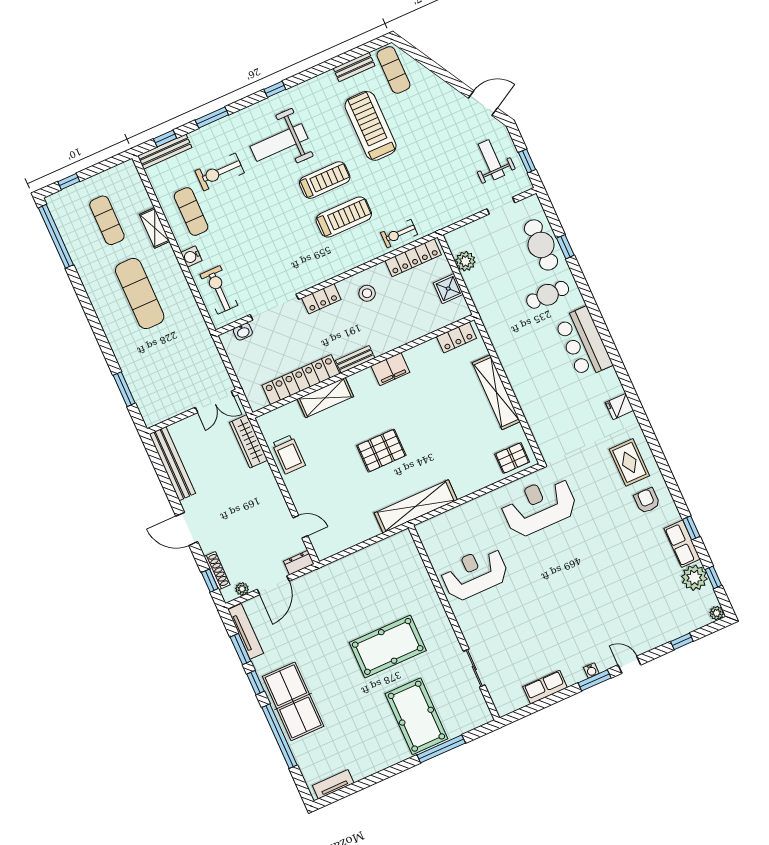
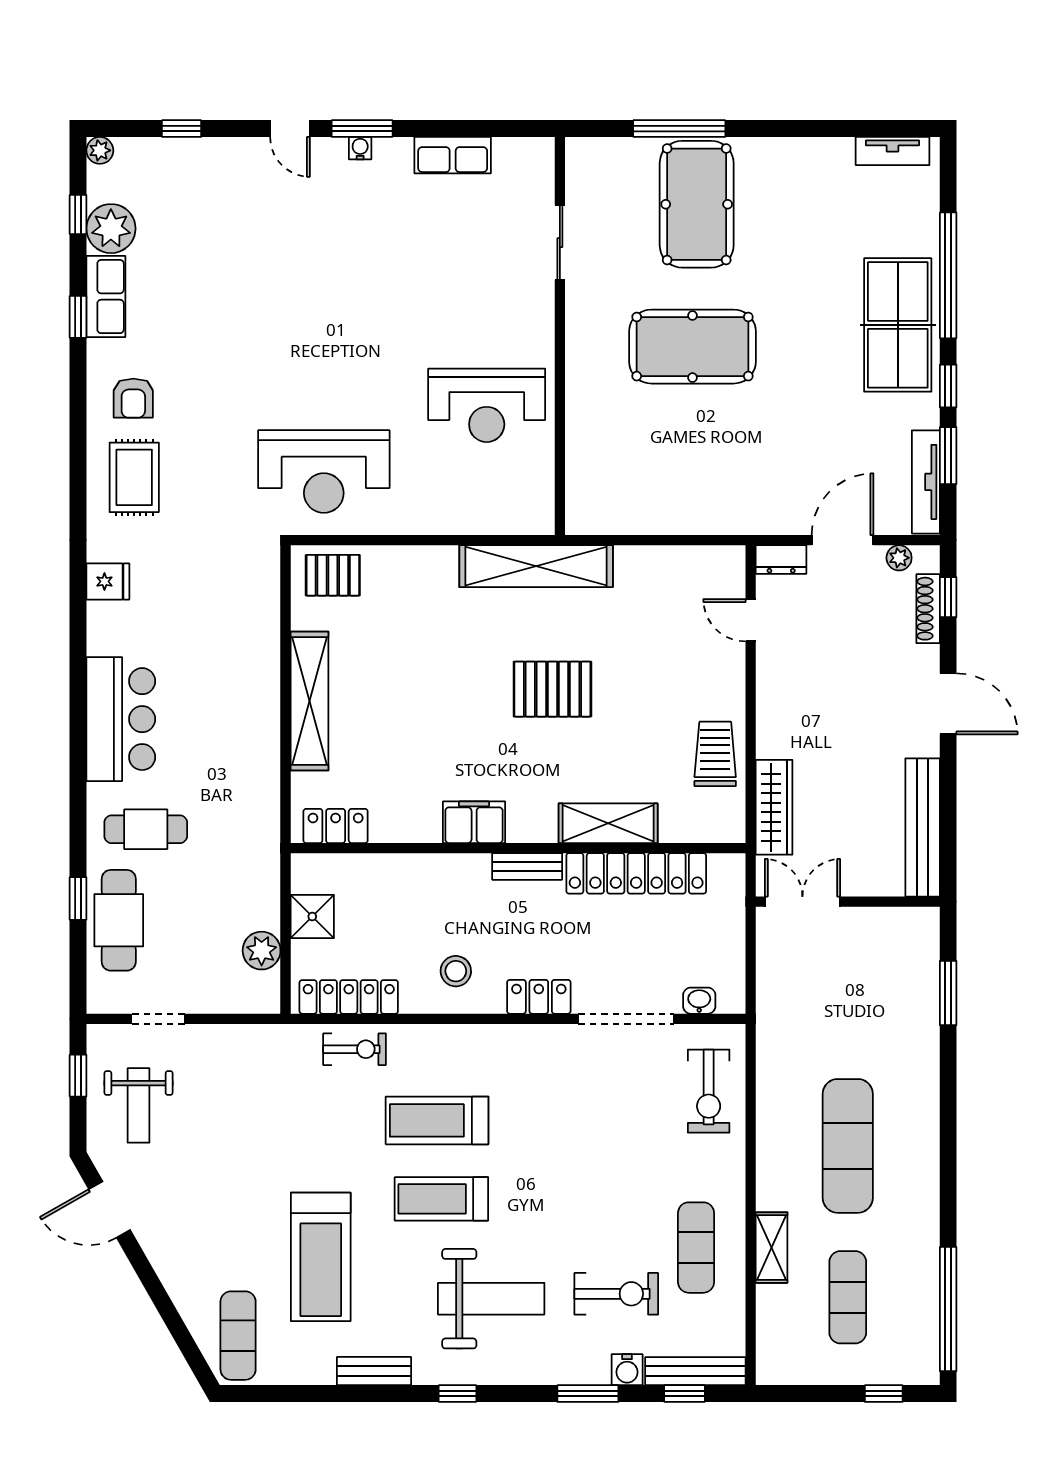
bench: (354, 67) -> (374, 1371), moved
water cooler: (191, 256) -> (627, 1370), moved, turned 90

